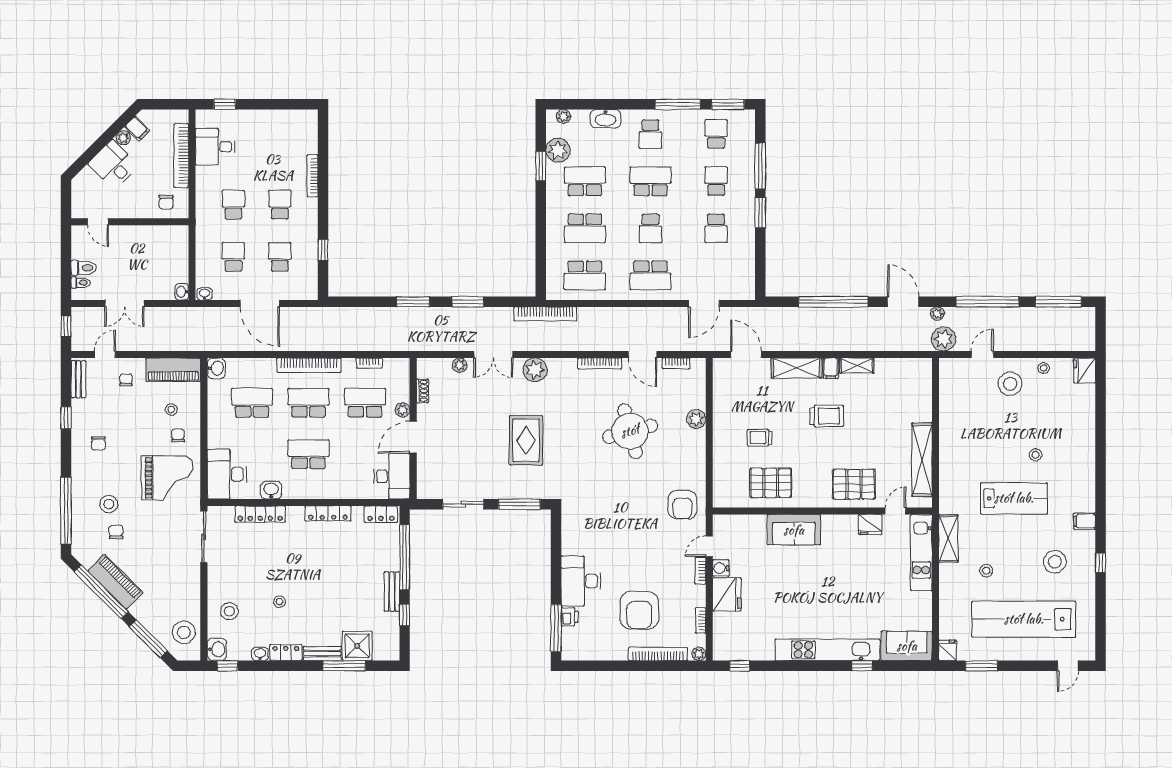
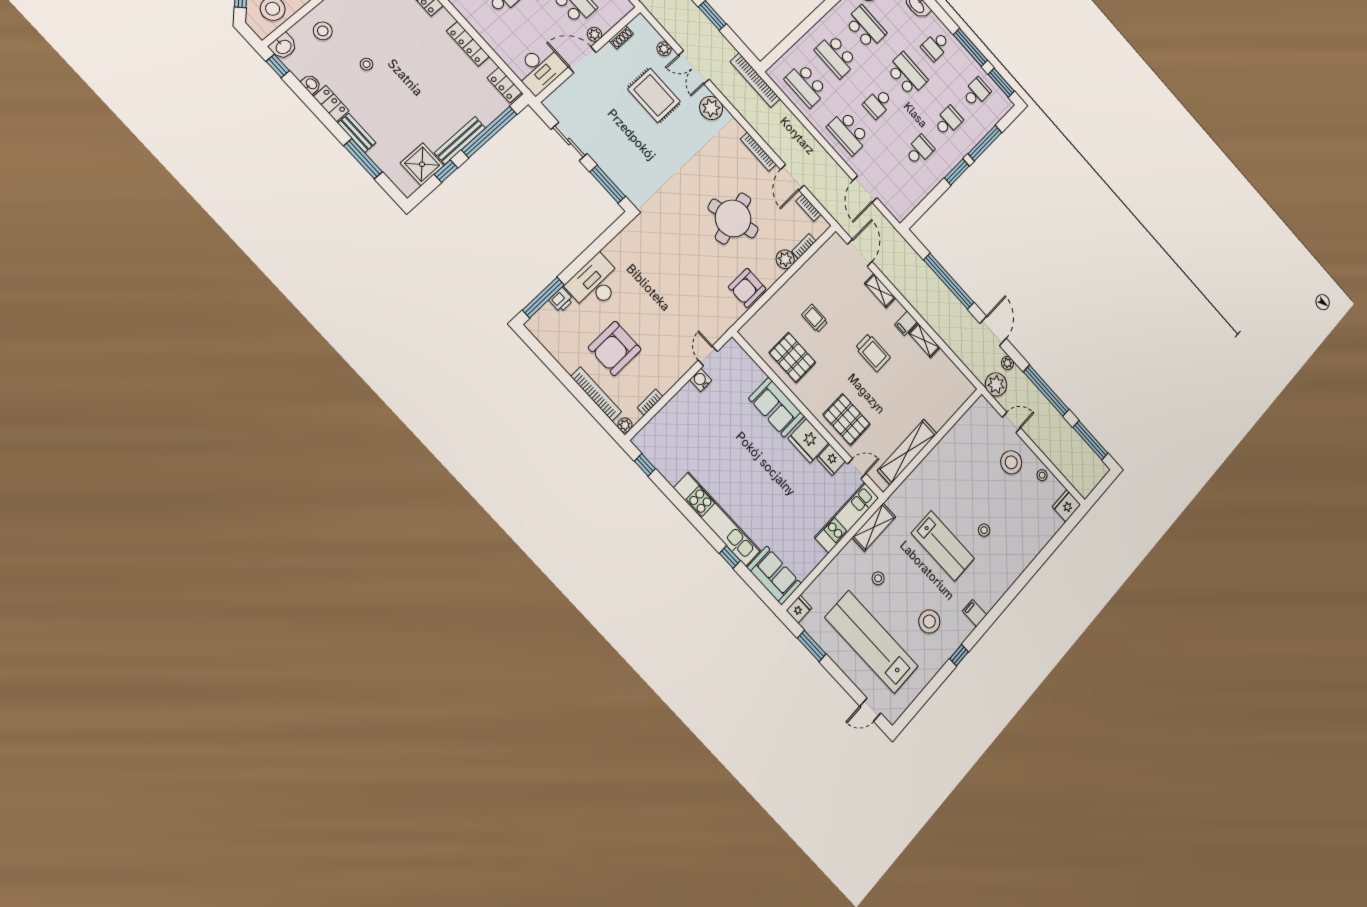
school desk: (716, 228) -> (920, 150), turned 180
door: (704, 303) -> (865, 189), hinge flipped
shelving: (797, 368) -> (880, 291), width x0.67, depth x0.75
rug: (526, 440) -> (654, 95), moved, turned 90
armchair: (682, 505) -> (747, 288), moved
door: (709, 546) -> (708, 356), hinge flipped
bookcase: (700, 571) -> (804, 246), moved
bench: (392, 592) -> (460, 140), width x1.36
fridge: (727, 594) -> (808, 441), moved, turned 90
shower: (357, 646) -> (422, 164), moved

